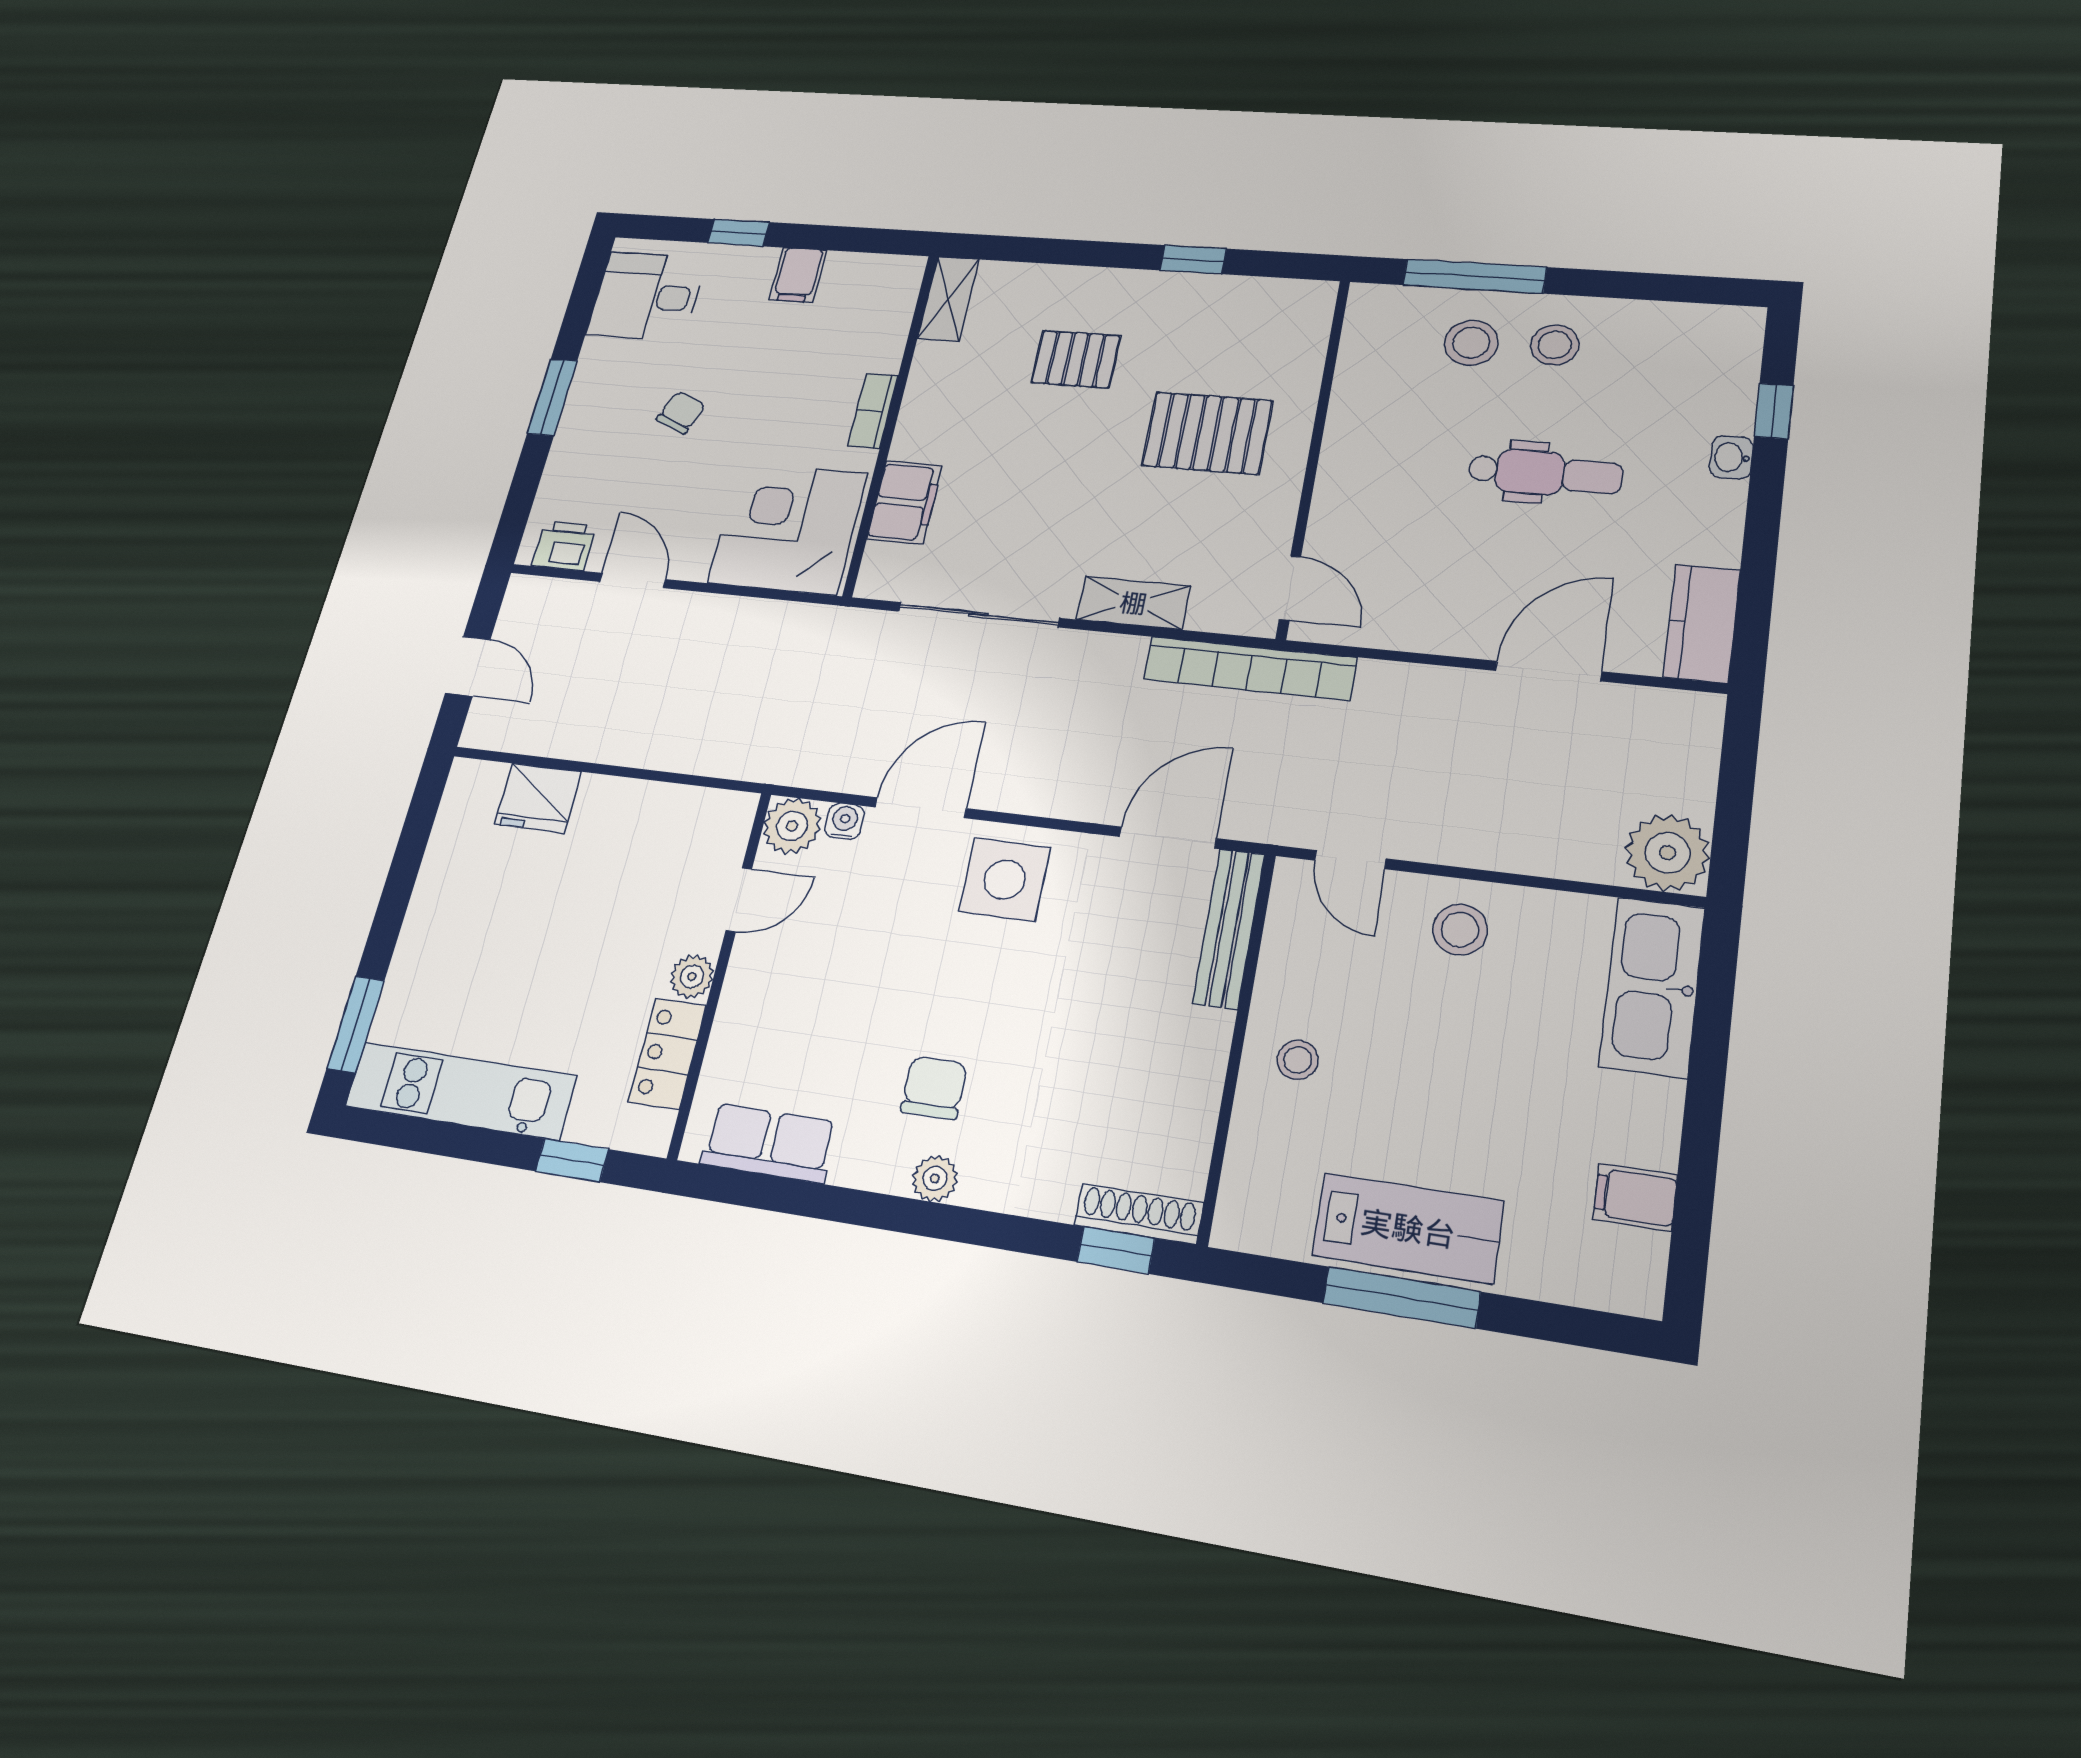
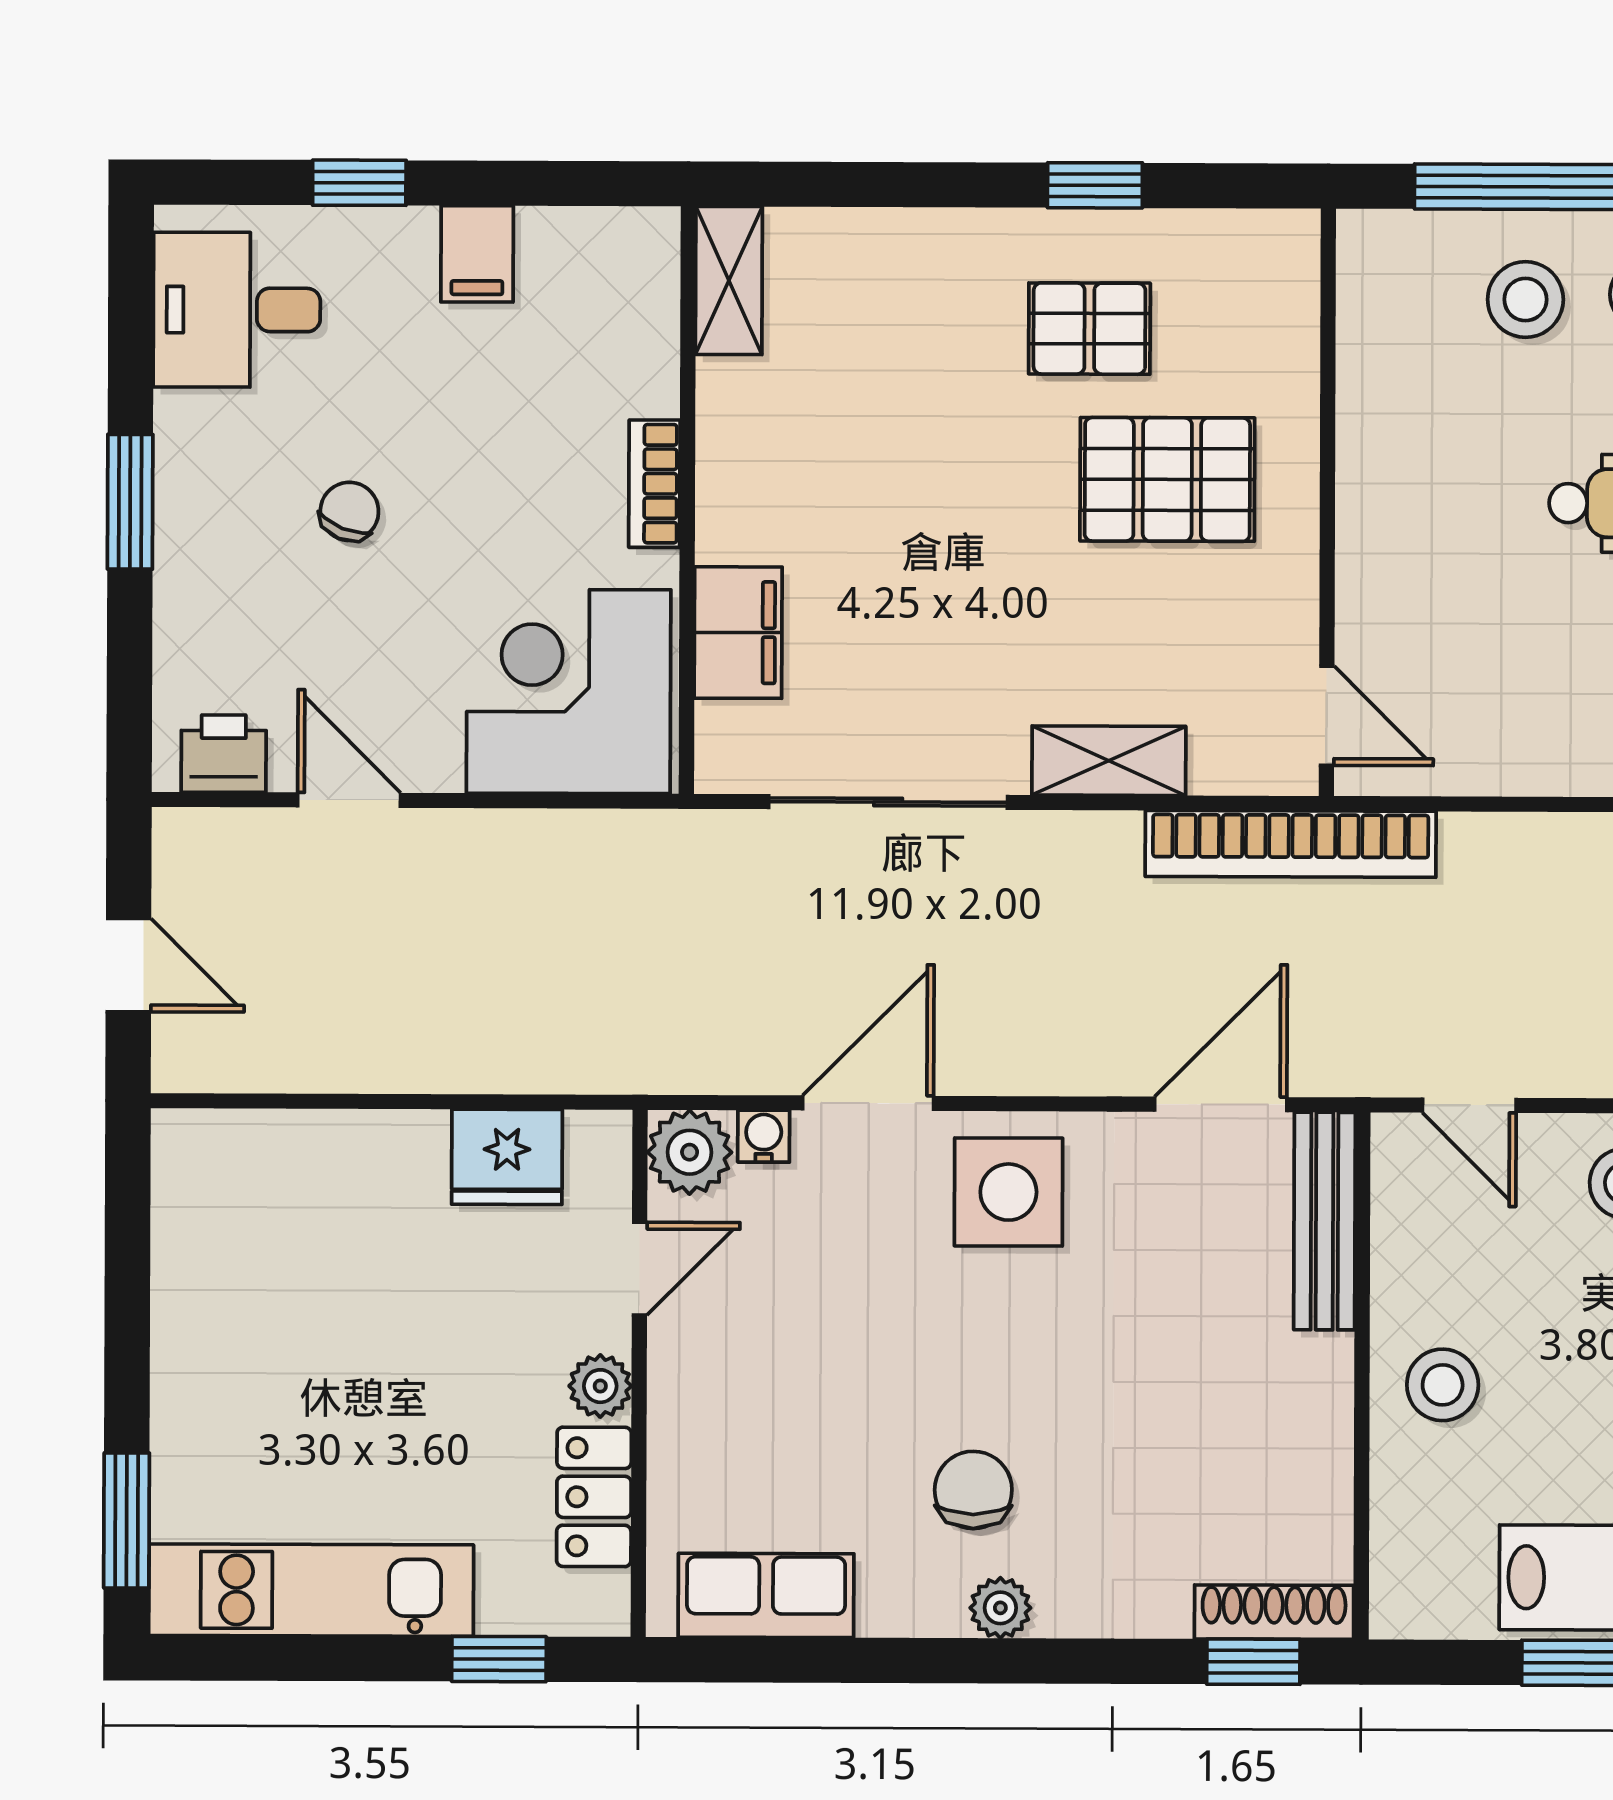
pallet: (1076, 359) -> (1089, 329), moved
fridge: (538, 798) -> (507, 1157), moved
stool: (1298, 1060) -> (1443, 1385), width x1.37, depth x1.37

